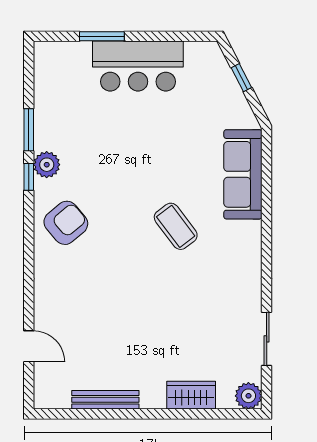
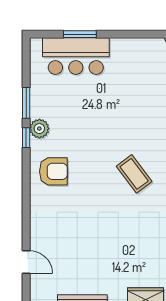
bar counter: (138, 66) -> (76, 56), moved
armchair: (66, 223) -> (53, 171), turned 40

